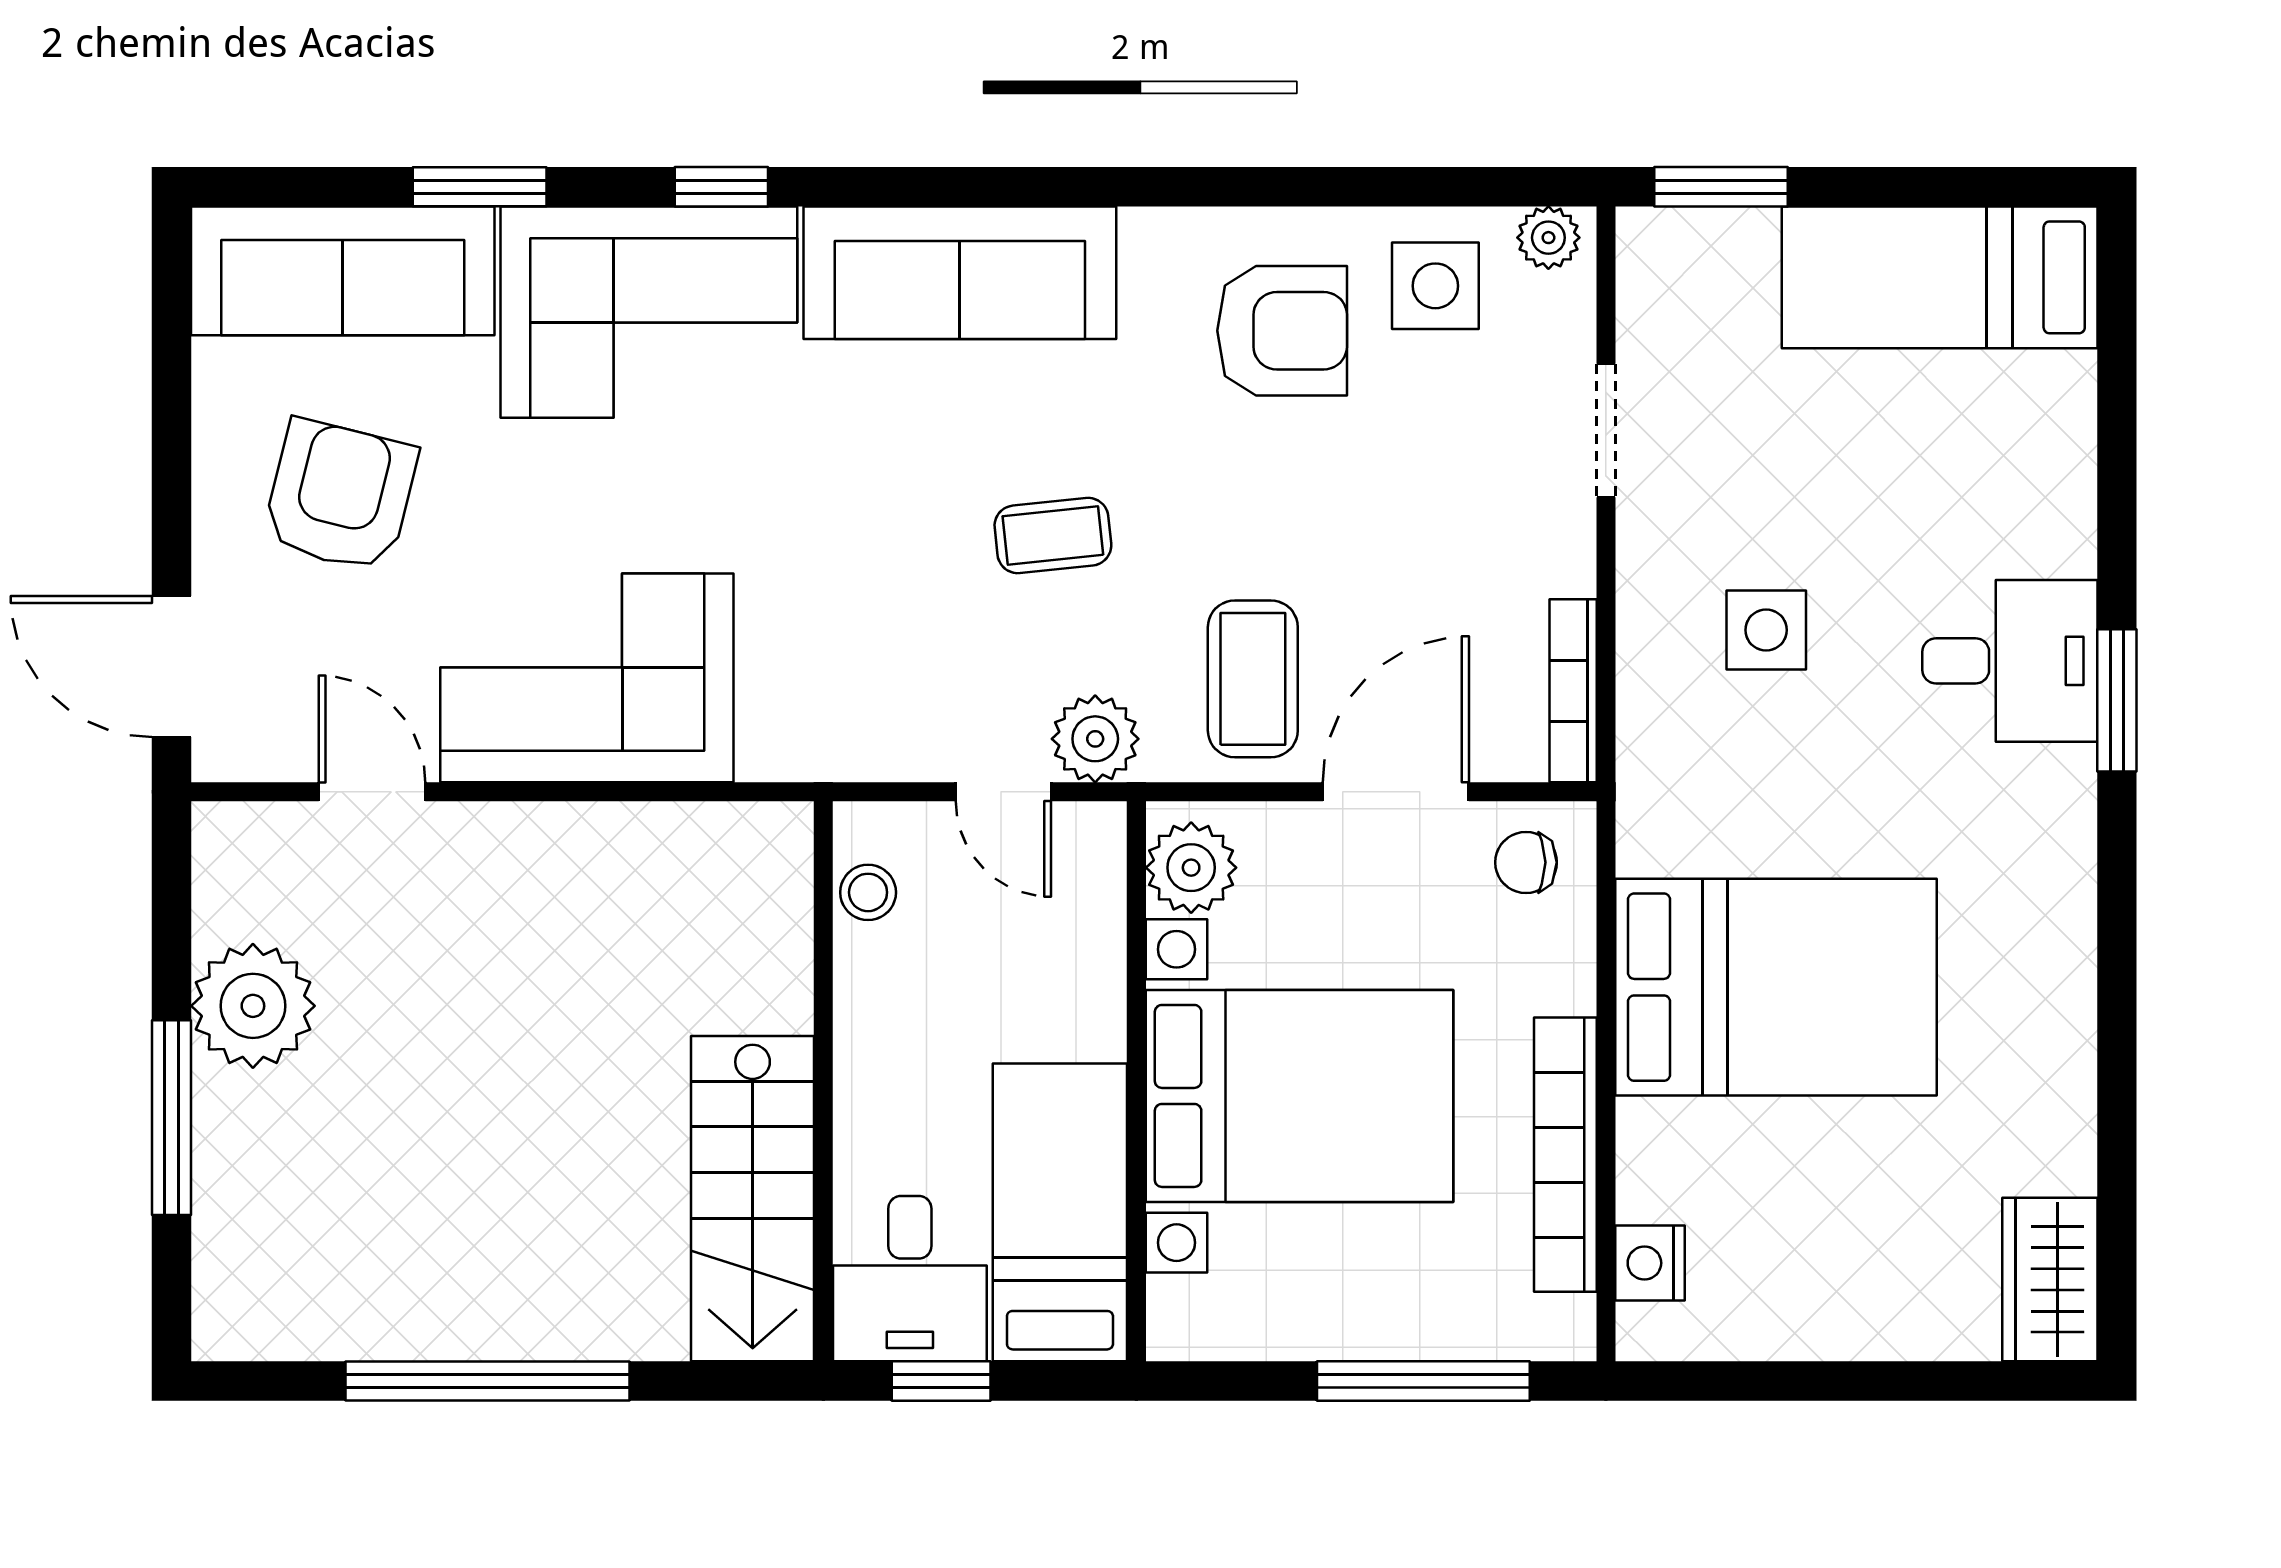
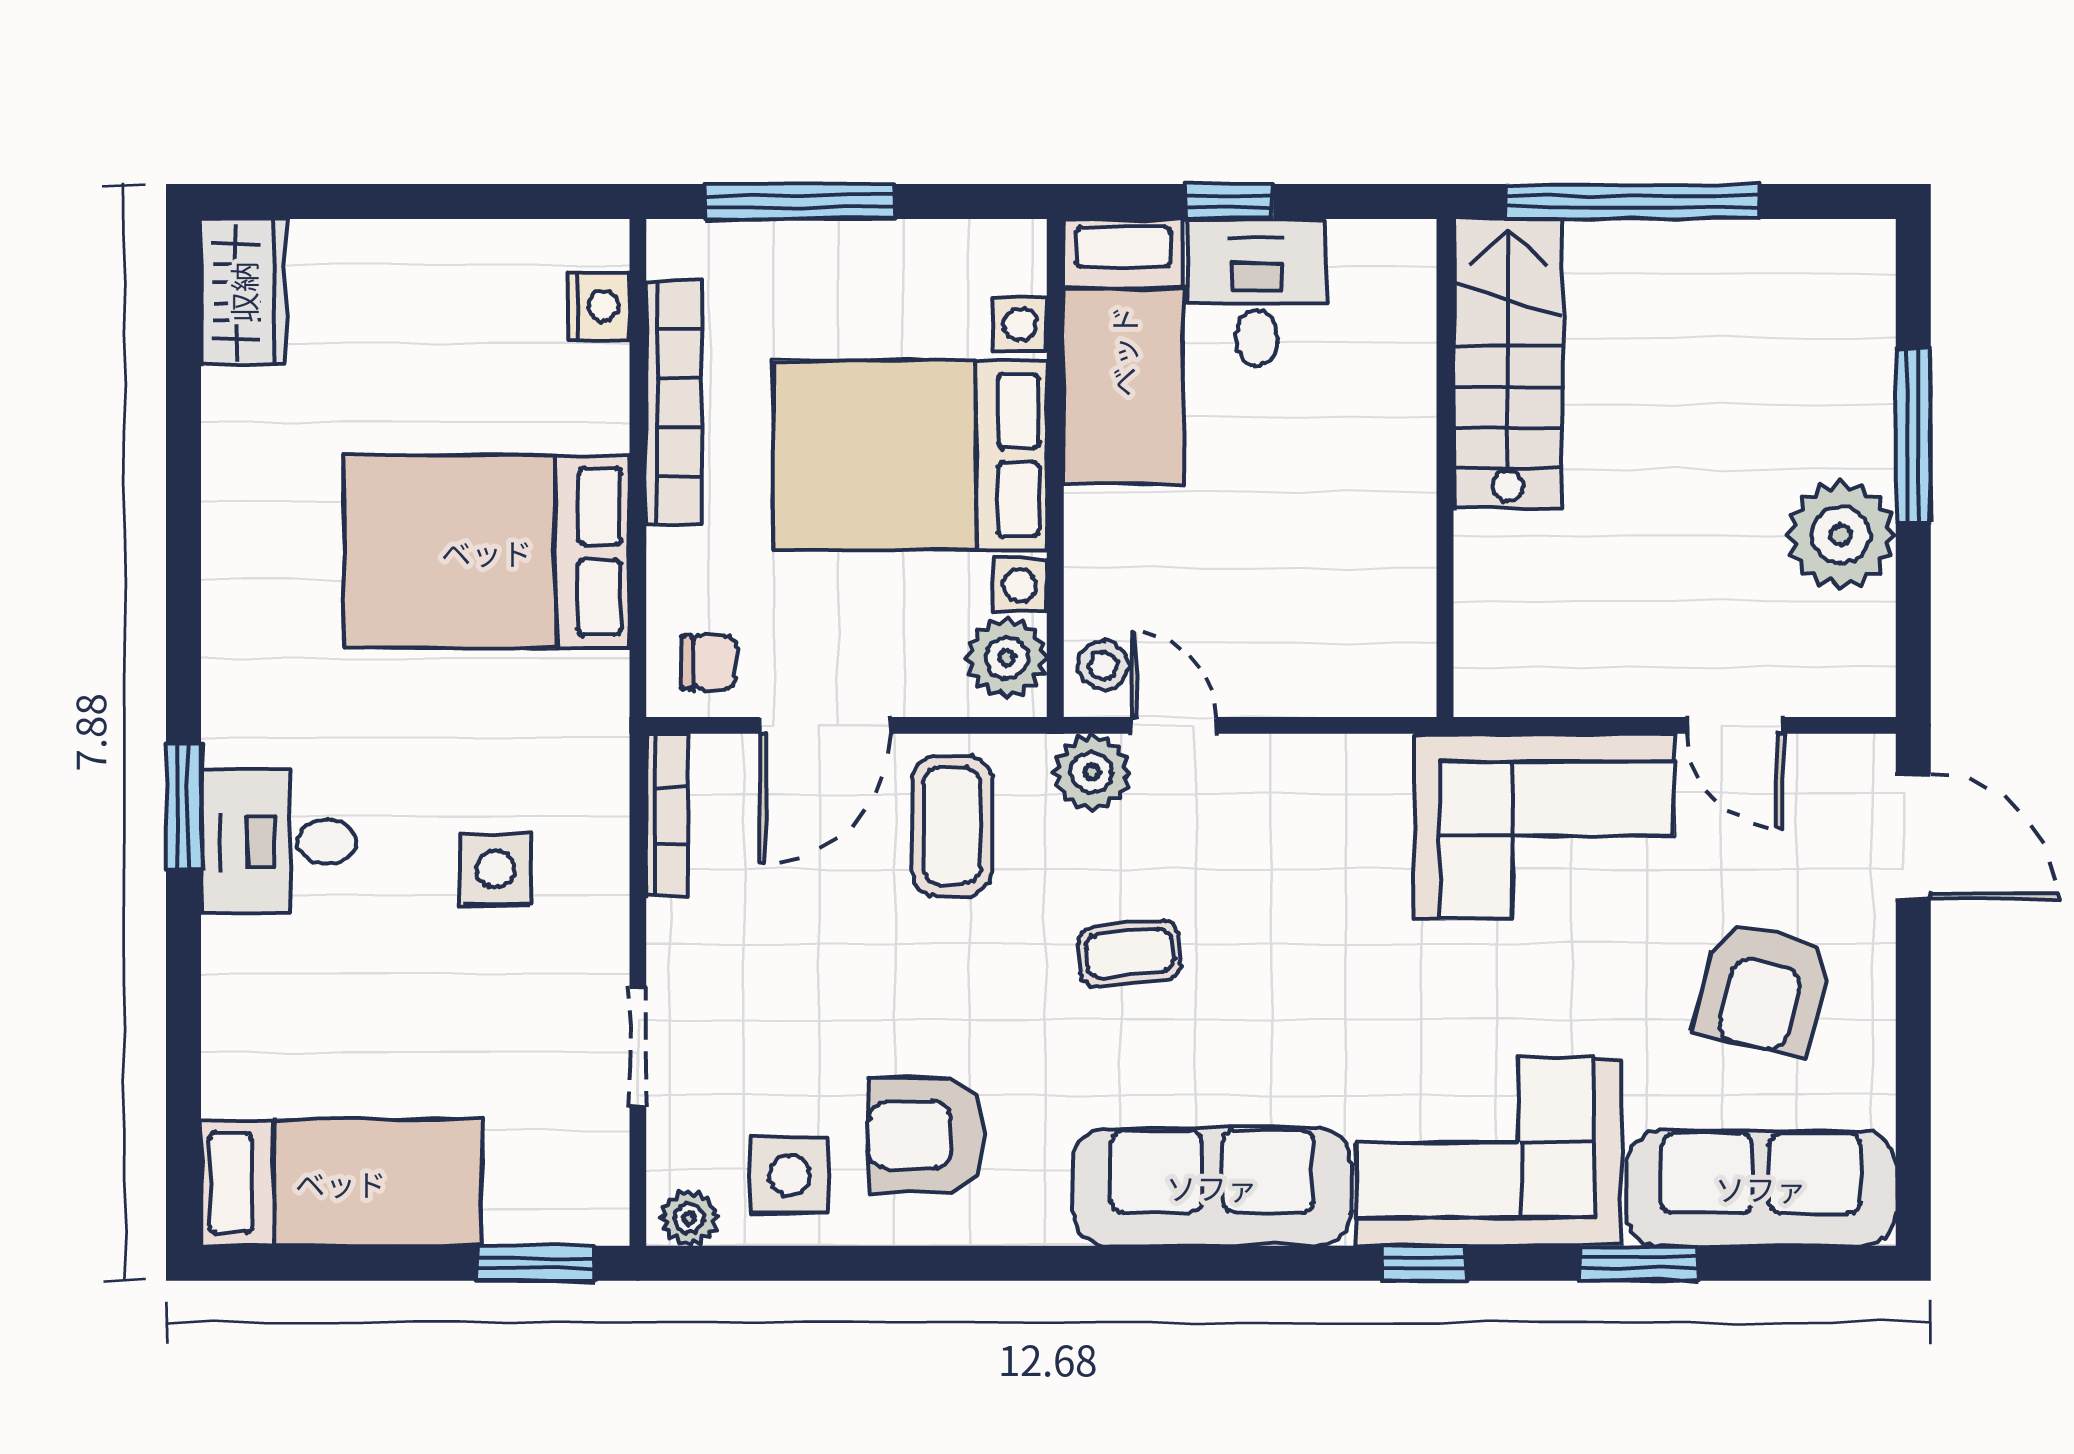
stool: (868, 892) -> (1103, 665), moved
wall: (823, 1081) -> (1445, 468), moved
stairs: (753, 1199) -> (1508, 364), moved

